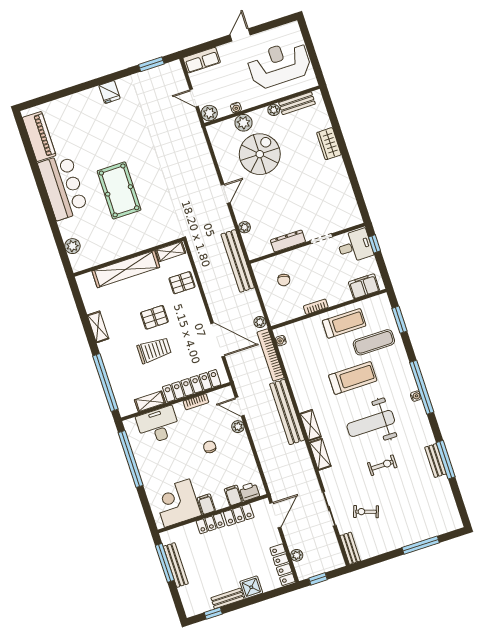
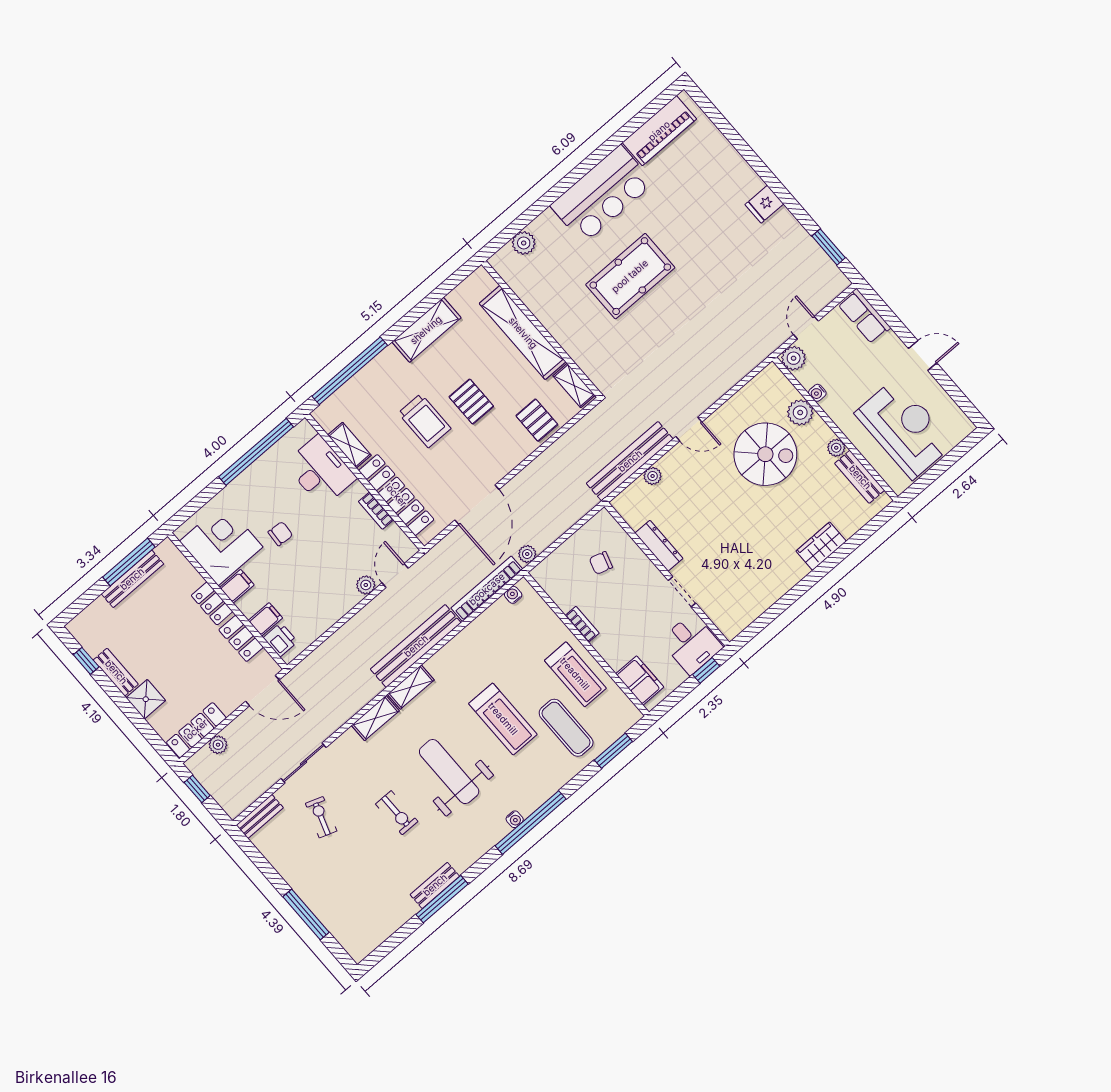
bench: (238, 261) -> (630, 461), moved
shelving: (98, 327) -> (426, 330), width x1.50, depth x1.33
chair: (210, 447) -> (280, 534), moved

